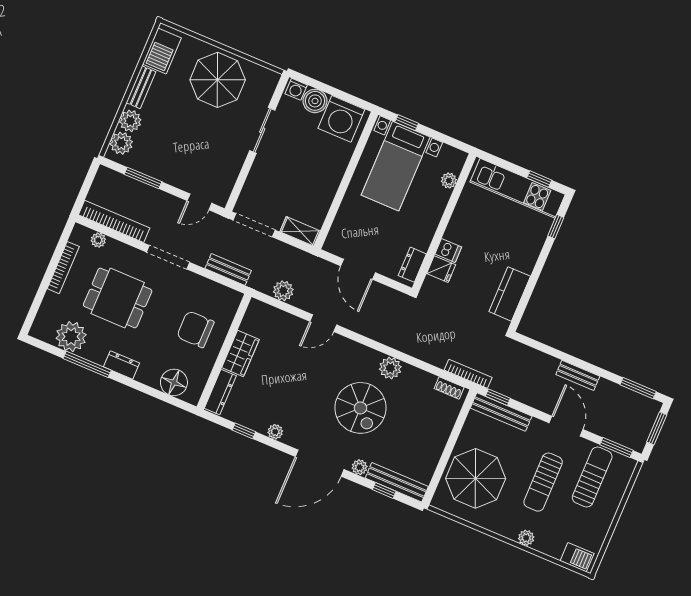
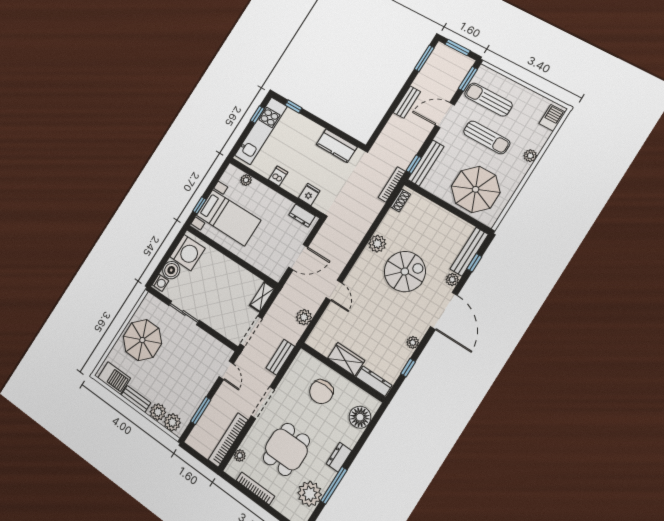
dishwasher: (448, 251) -> (278, 176), moved

